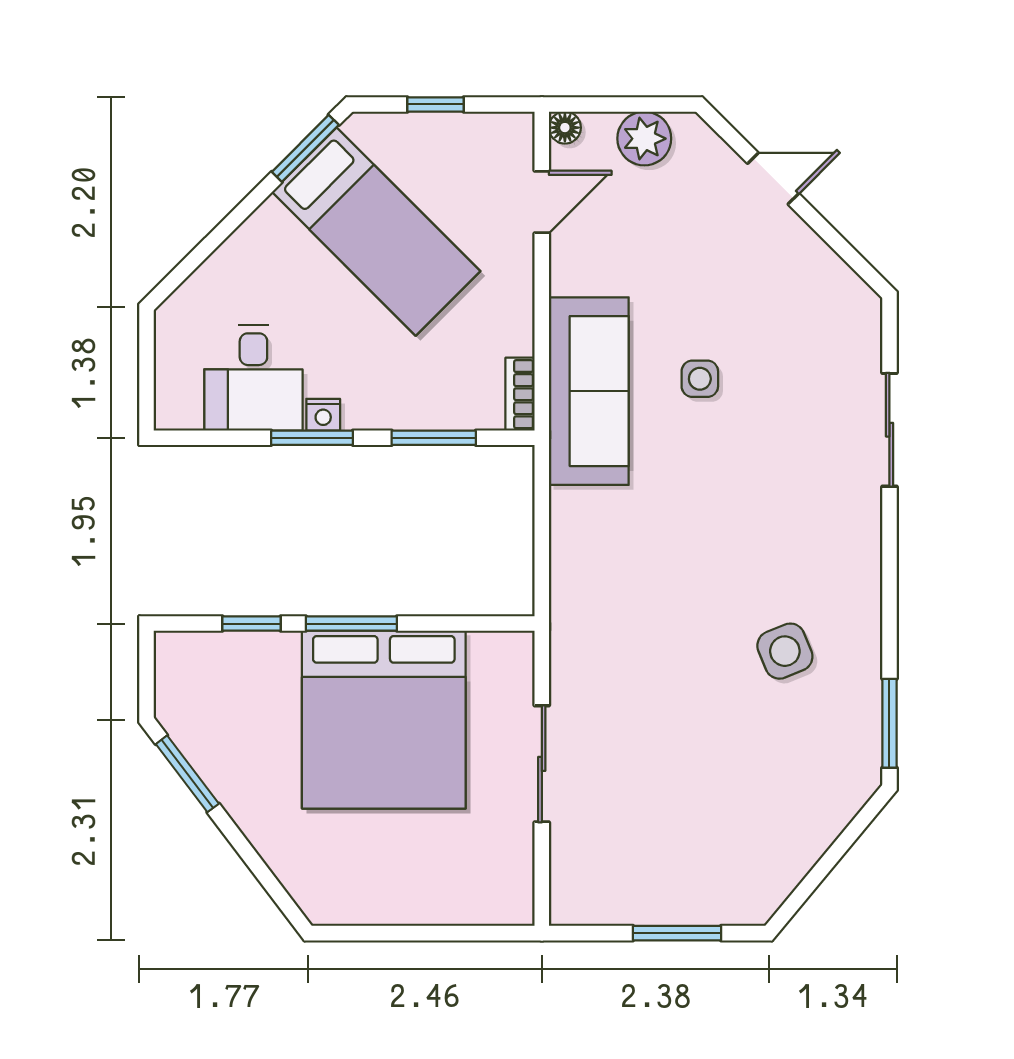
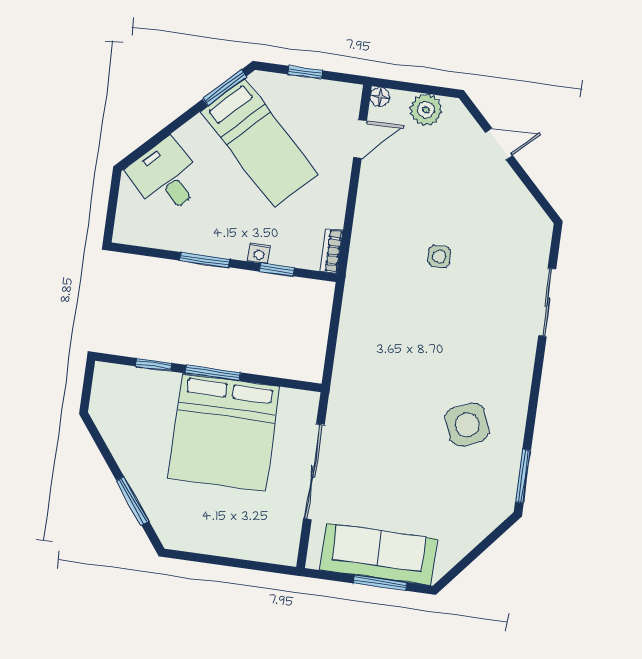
desk: (253, 378) -> (166, 177), moved, turned 135
sofa: (589, 391) -> (378, 554), moved, turned -90
nightstand: (323, 415) -> (259, 253), moved
window: (434, 438) -> (277, 270), width x0.67
side table: (785, 651) -> (467, 425), width x1.37, depth x1.37
sliding door: (542, 764) -> (314, 472), width x1.37
window: (187, 774) -> (133, 501), moved

